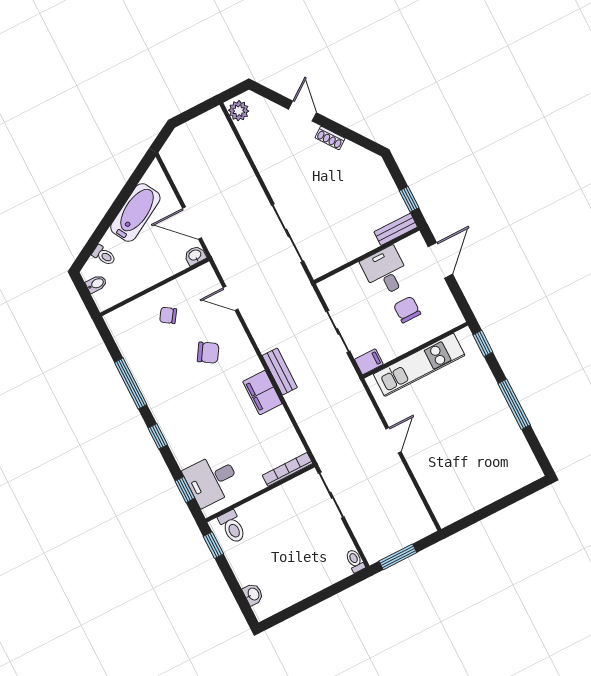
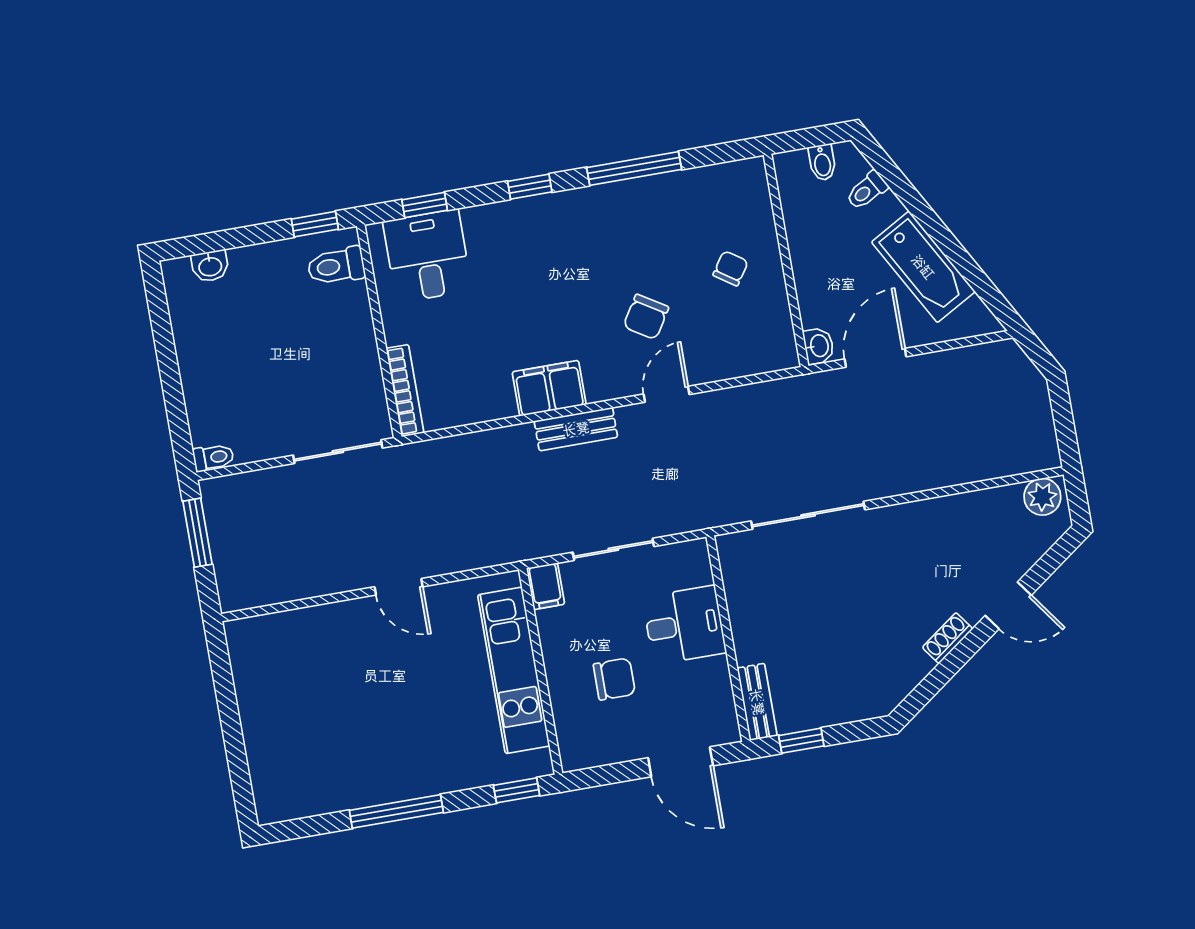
desk: (385, 271) -> (684, 625), moved
door: (231, 298) -> (666, 394), moved

